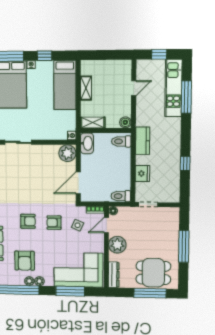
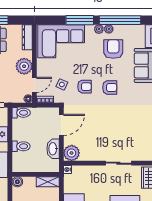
toilet: (121, 141) -> (21, 146), moved
washbasin: (87, 143) -> (53, 149), moved
armchair: (28, 221) -> (110, 88), turned 180
window: (70, 291) -> (80, 20), moved

